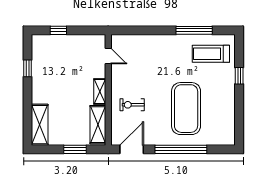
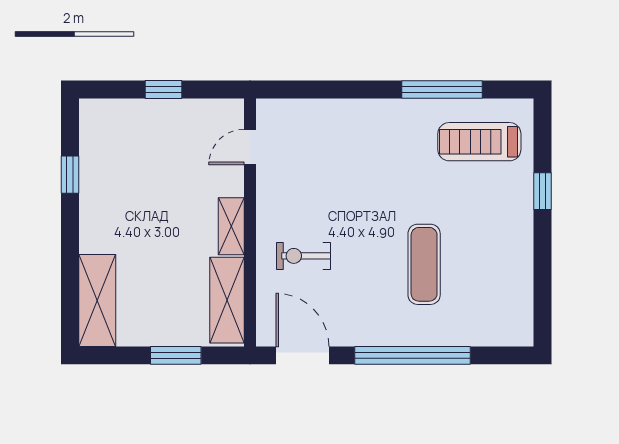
window: (58, 30) -> (164, 90), moved
door: (108, 56) -> (250, 147), swing flipped
exercise mat: (186, 109) -> (424, 264), width x0.50, depth x0.69
door: (132, 149) -> (302, 355), hinge flipped

